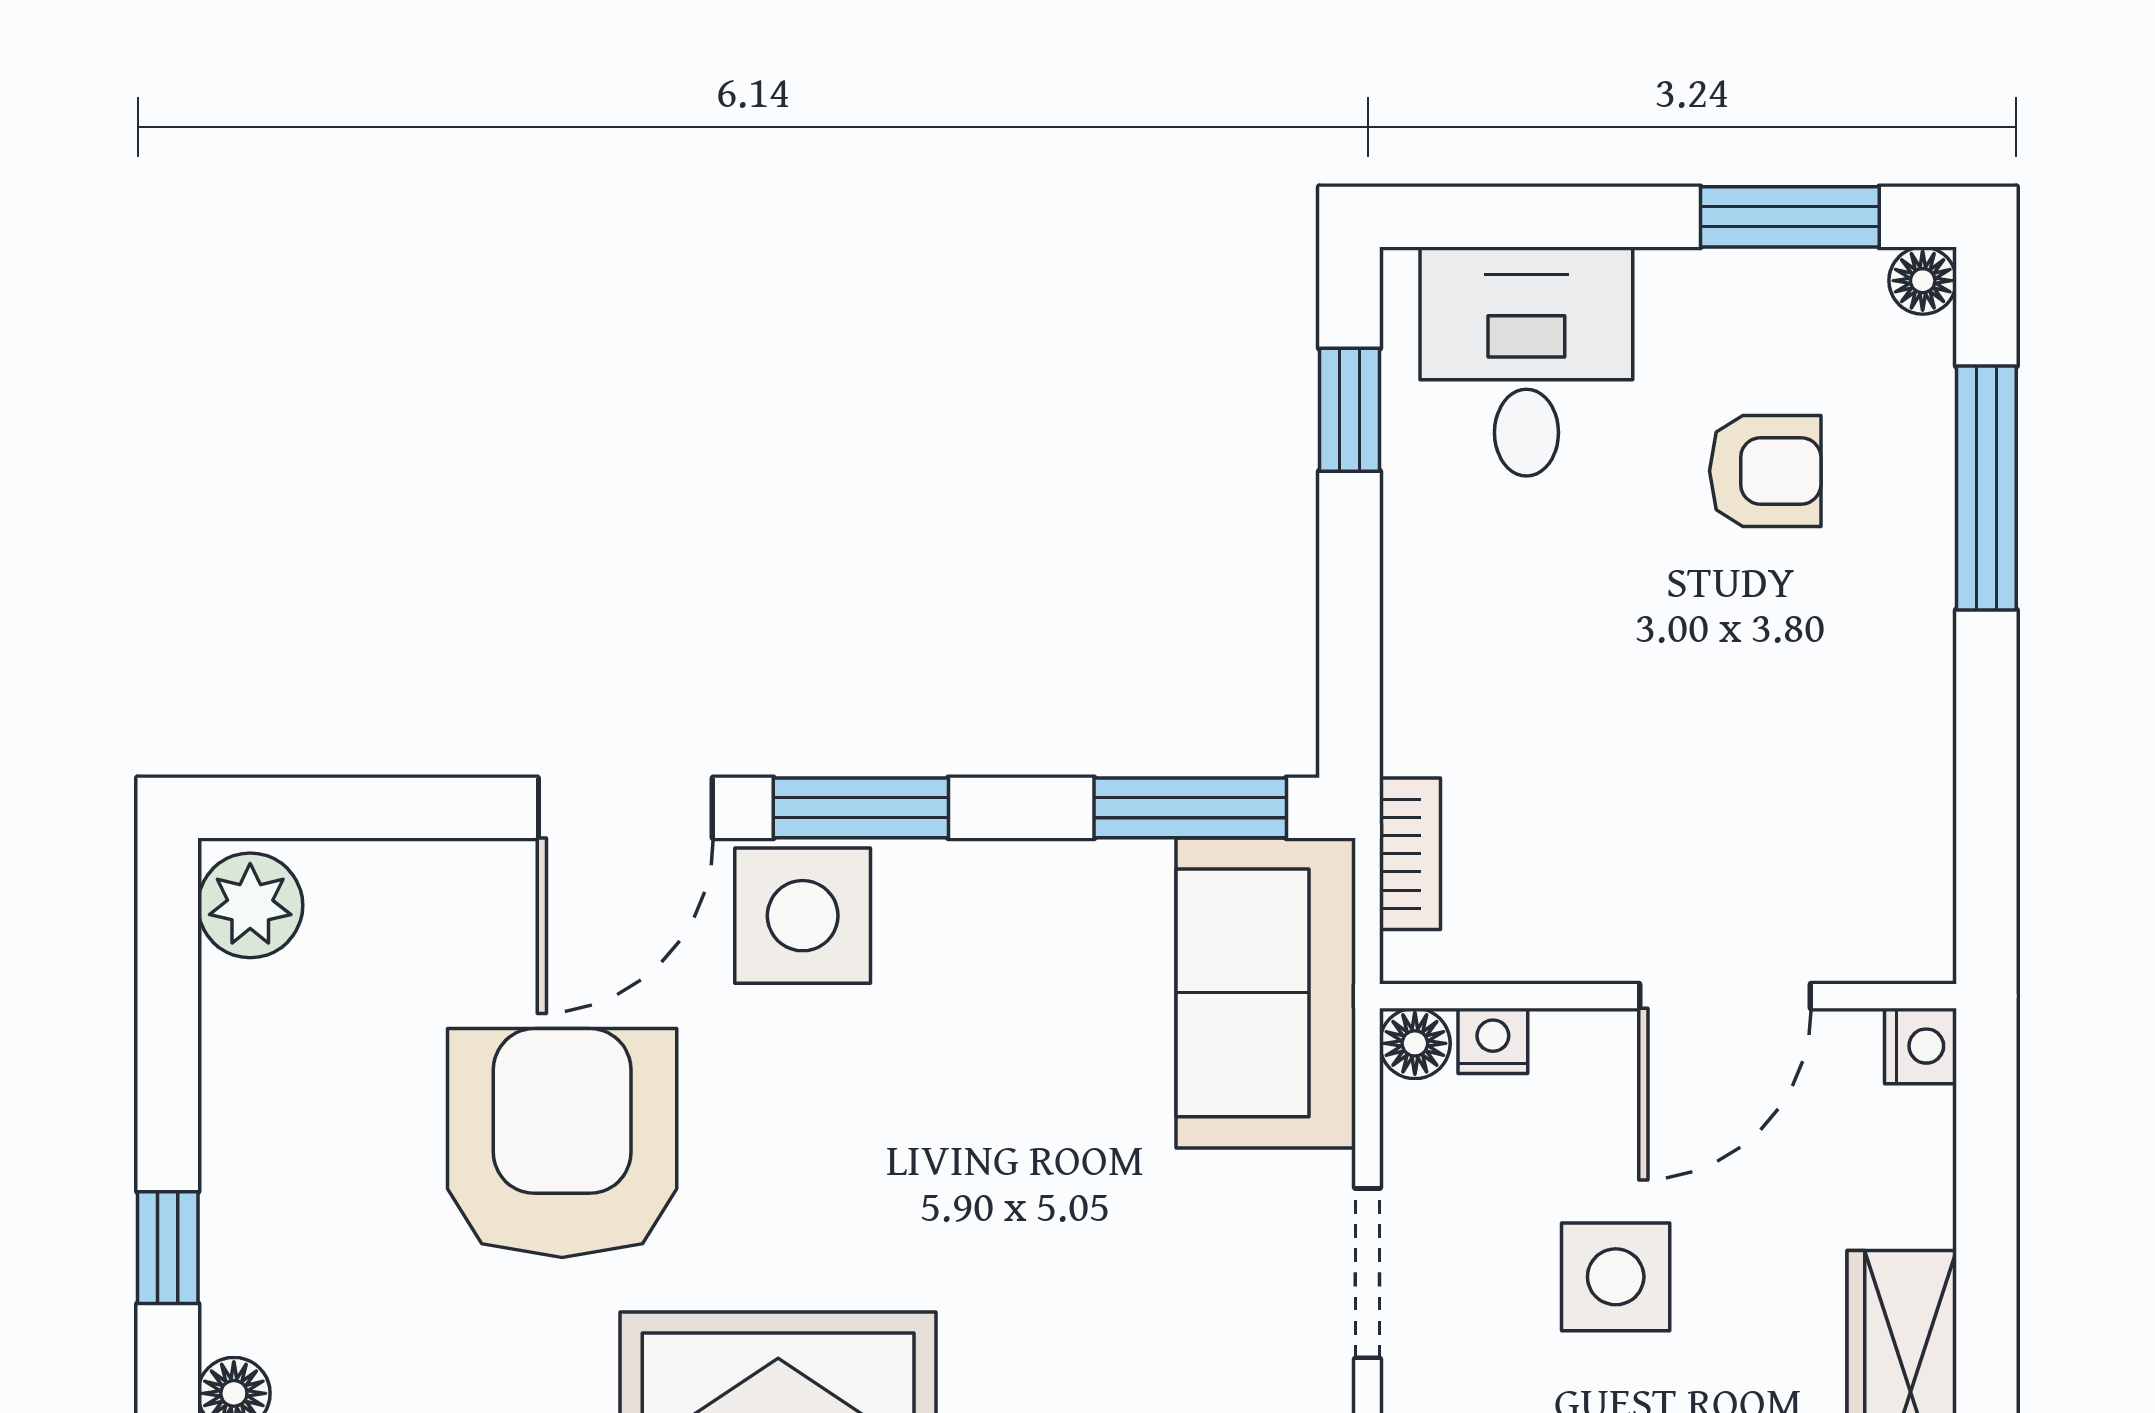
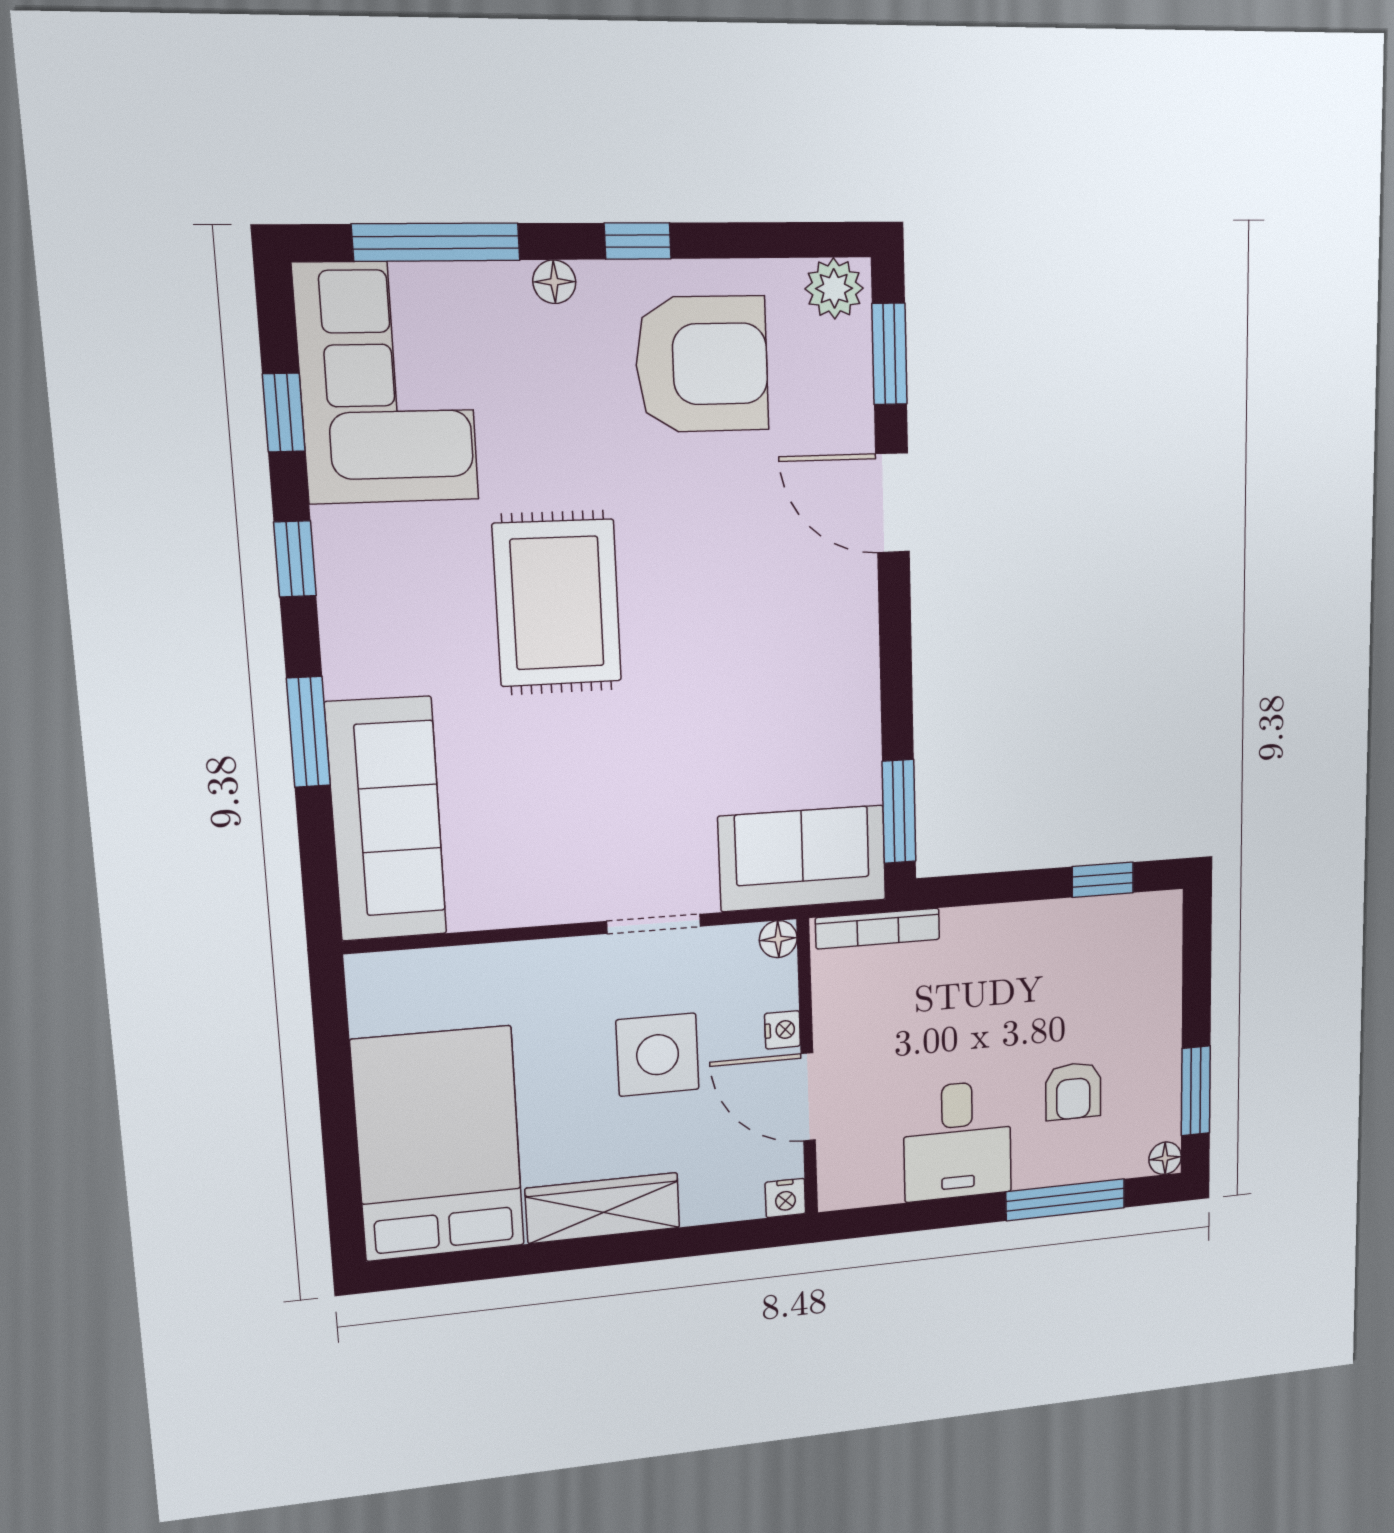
desk: (1526, 362) -> (957, 1141), moved, turned 90
window: (861, 808) -> (889, 354), moved
bookcase: (1410, 854) -> (878, 929), width x1.56
side table: (803, 916) -> (837, 604), removed
nightstand: (1493, 1041) -> (783, 1030), moved
armchair: (562, 1143) -> (702, 364), moved
side table: (1616, 1277) -> (658, 1055), width x1.37, depth x1.37

